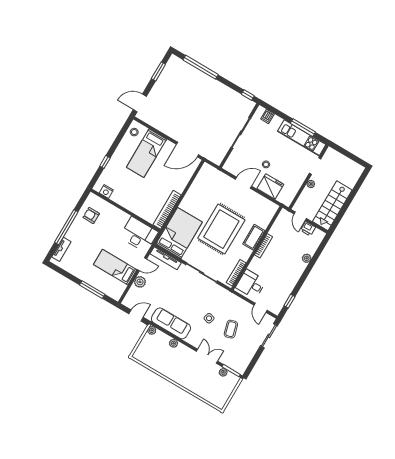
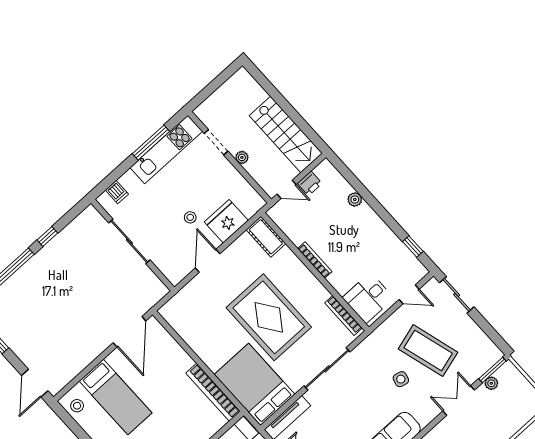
window: (248, 95) -> (47, 237), moved
cot: (254, 237) -> (266, 237), moved
coffee table: (231, 329) -> (428, 351), width x1.86, depth x1.72

